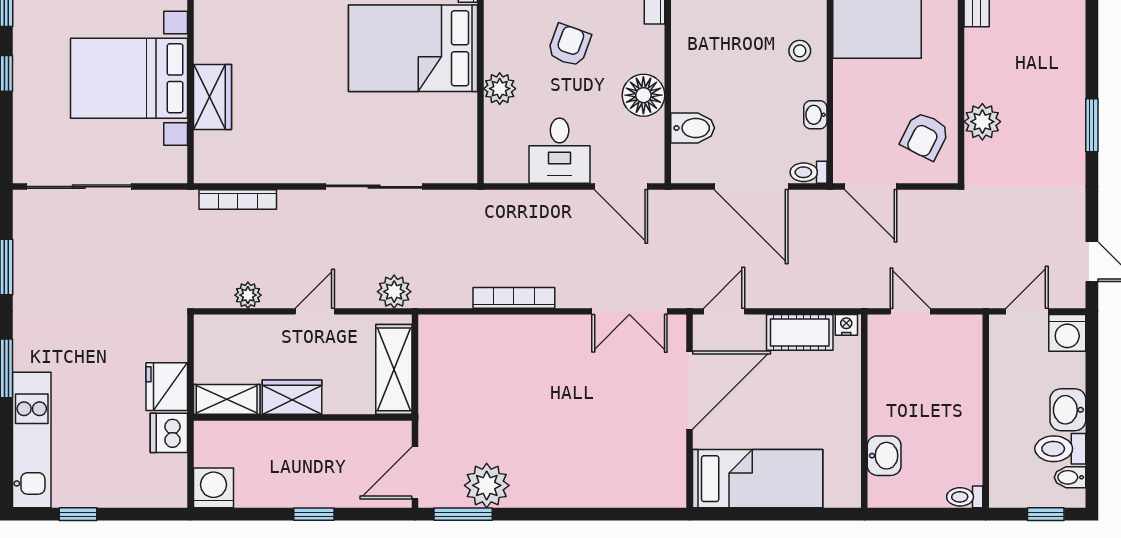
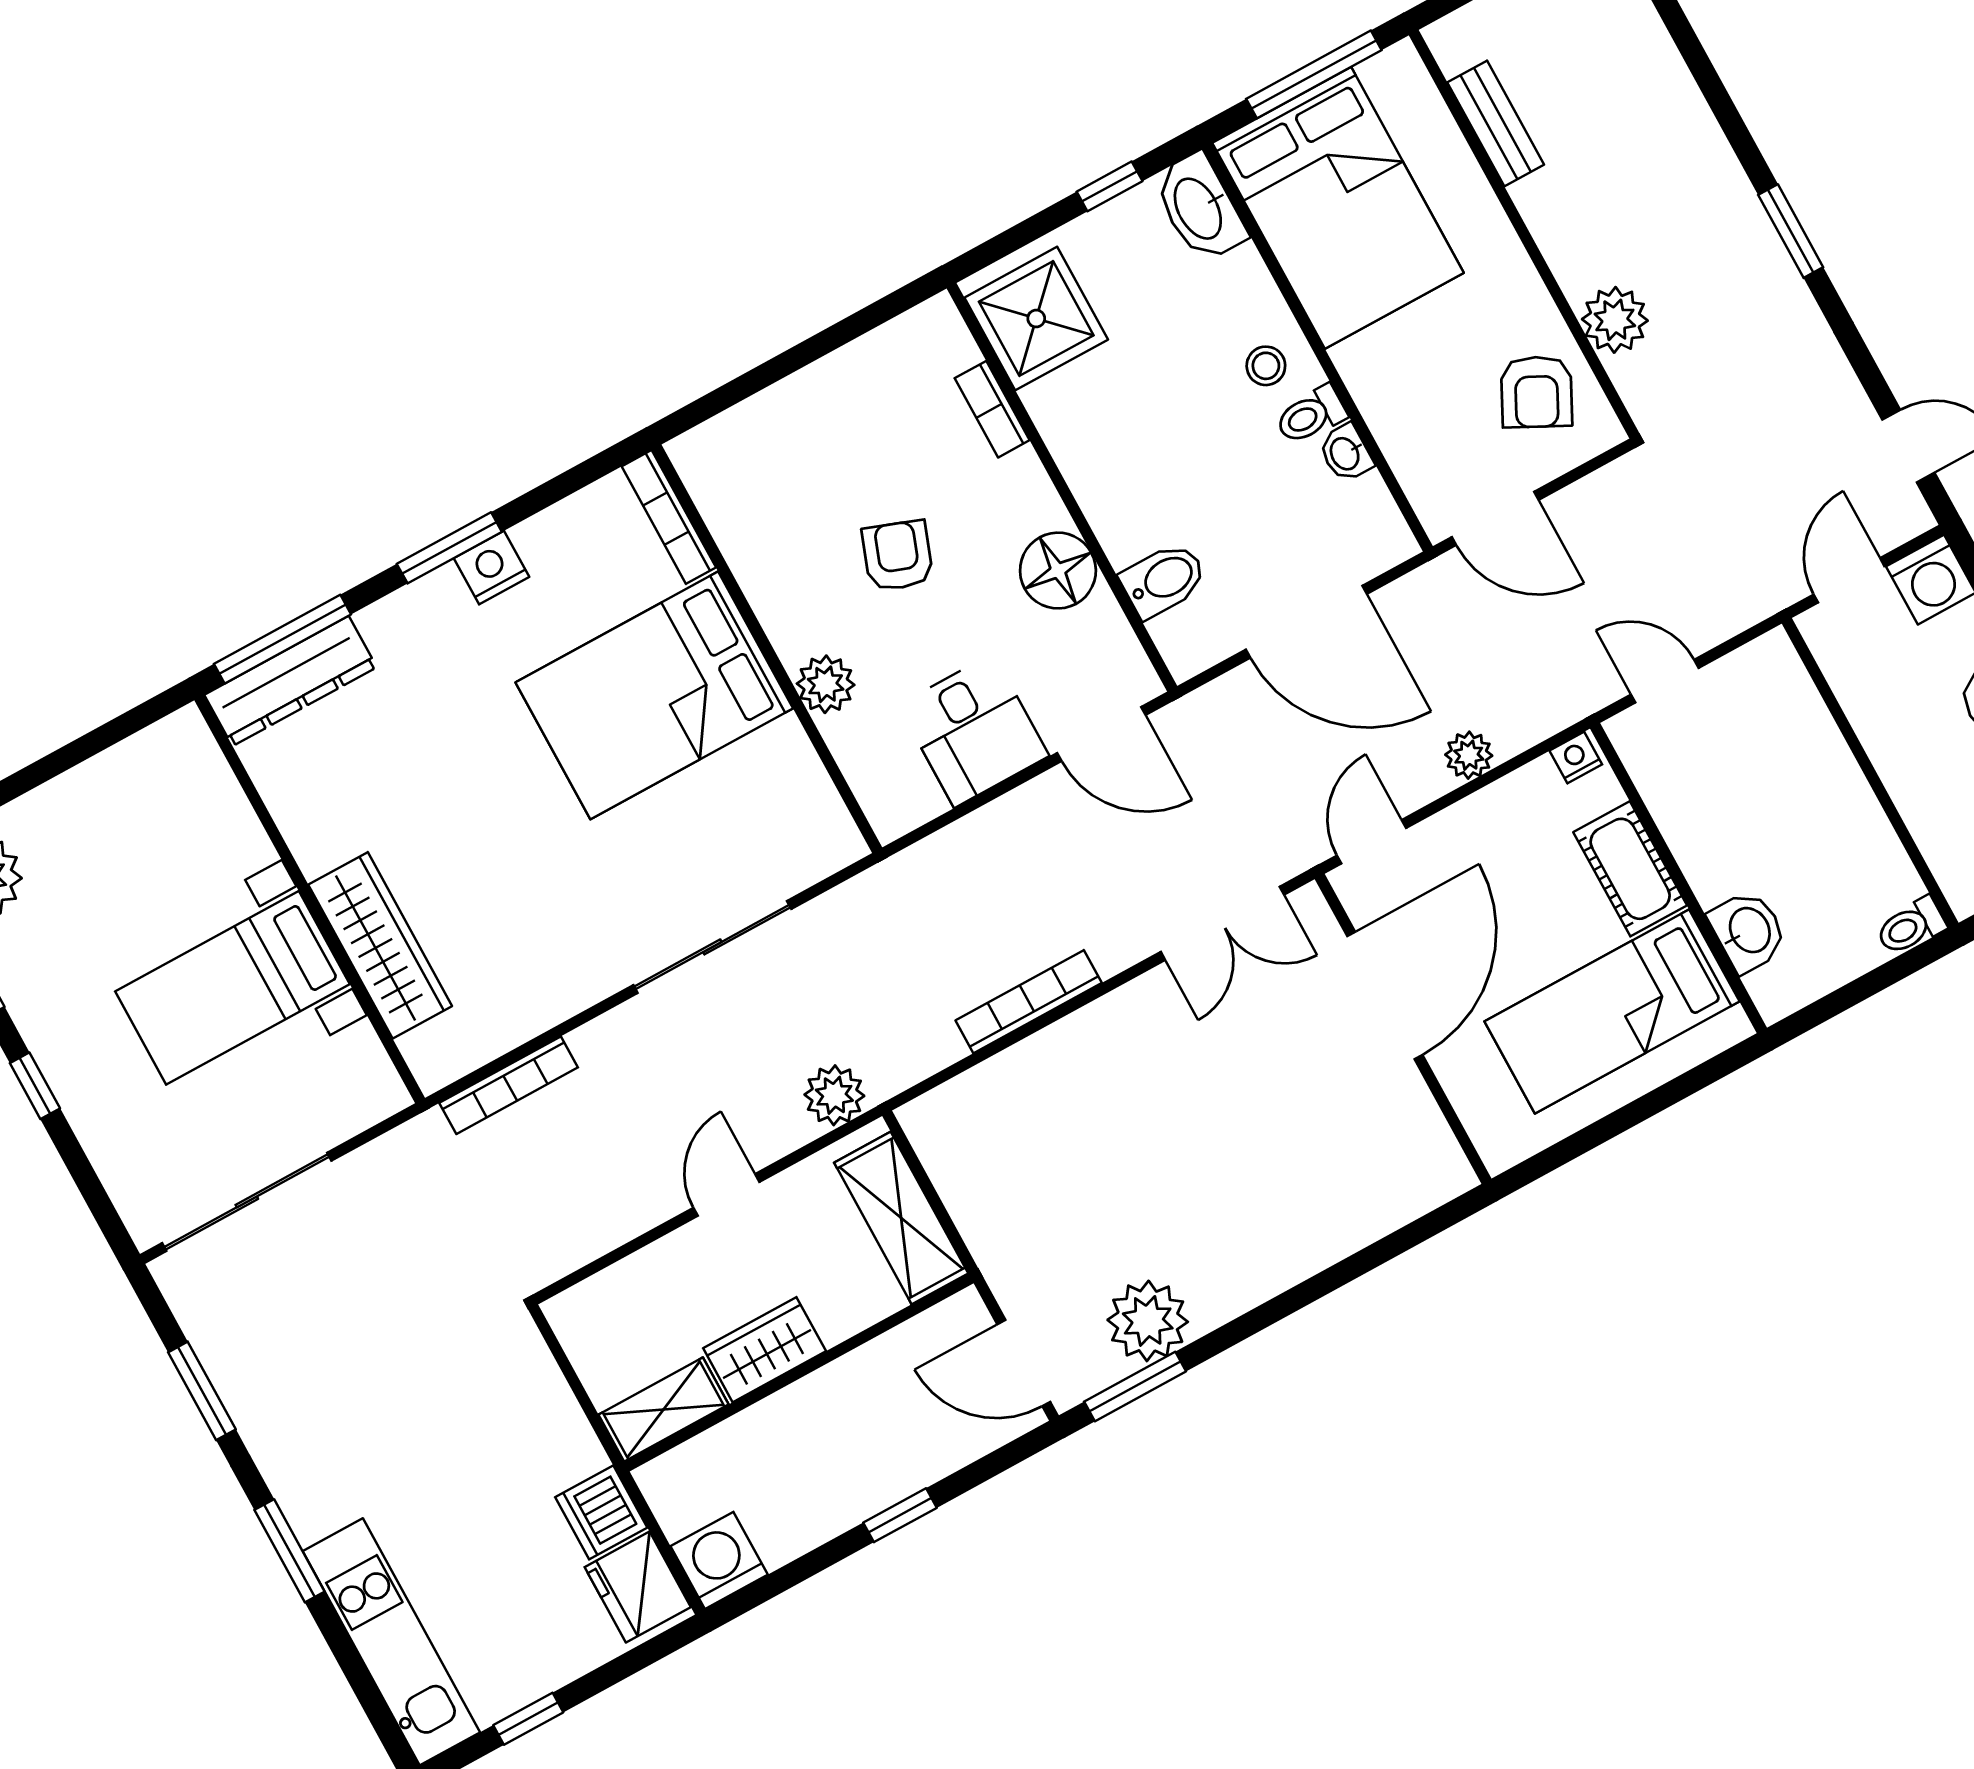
bed with nightstands: (129, 78) -> (232, 988), width x0.73
wardrobe: (212, 97) -> (380, 945), width x1.50
toilet: (808, 172) -> (1311, 415), moved
plant: (248, 295) -> (1469, 755), moved
cot: (800, 332) -> (1630, 869), moved, turned 90
fridge: (167, 387) -> (638, 1587), moved
door: (415, 473) -> (1024, 1363), hinge flipped
bed: (758, 479) -> (1612, 1011), moved, turned 180

